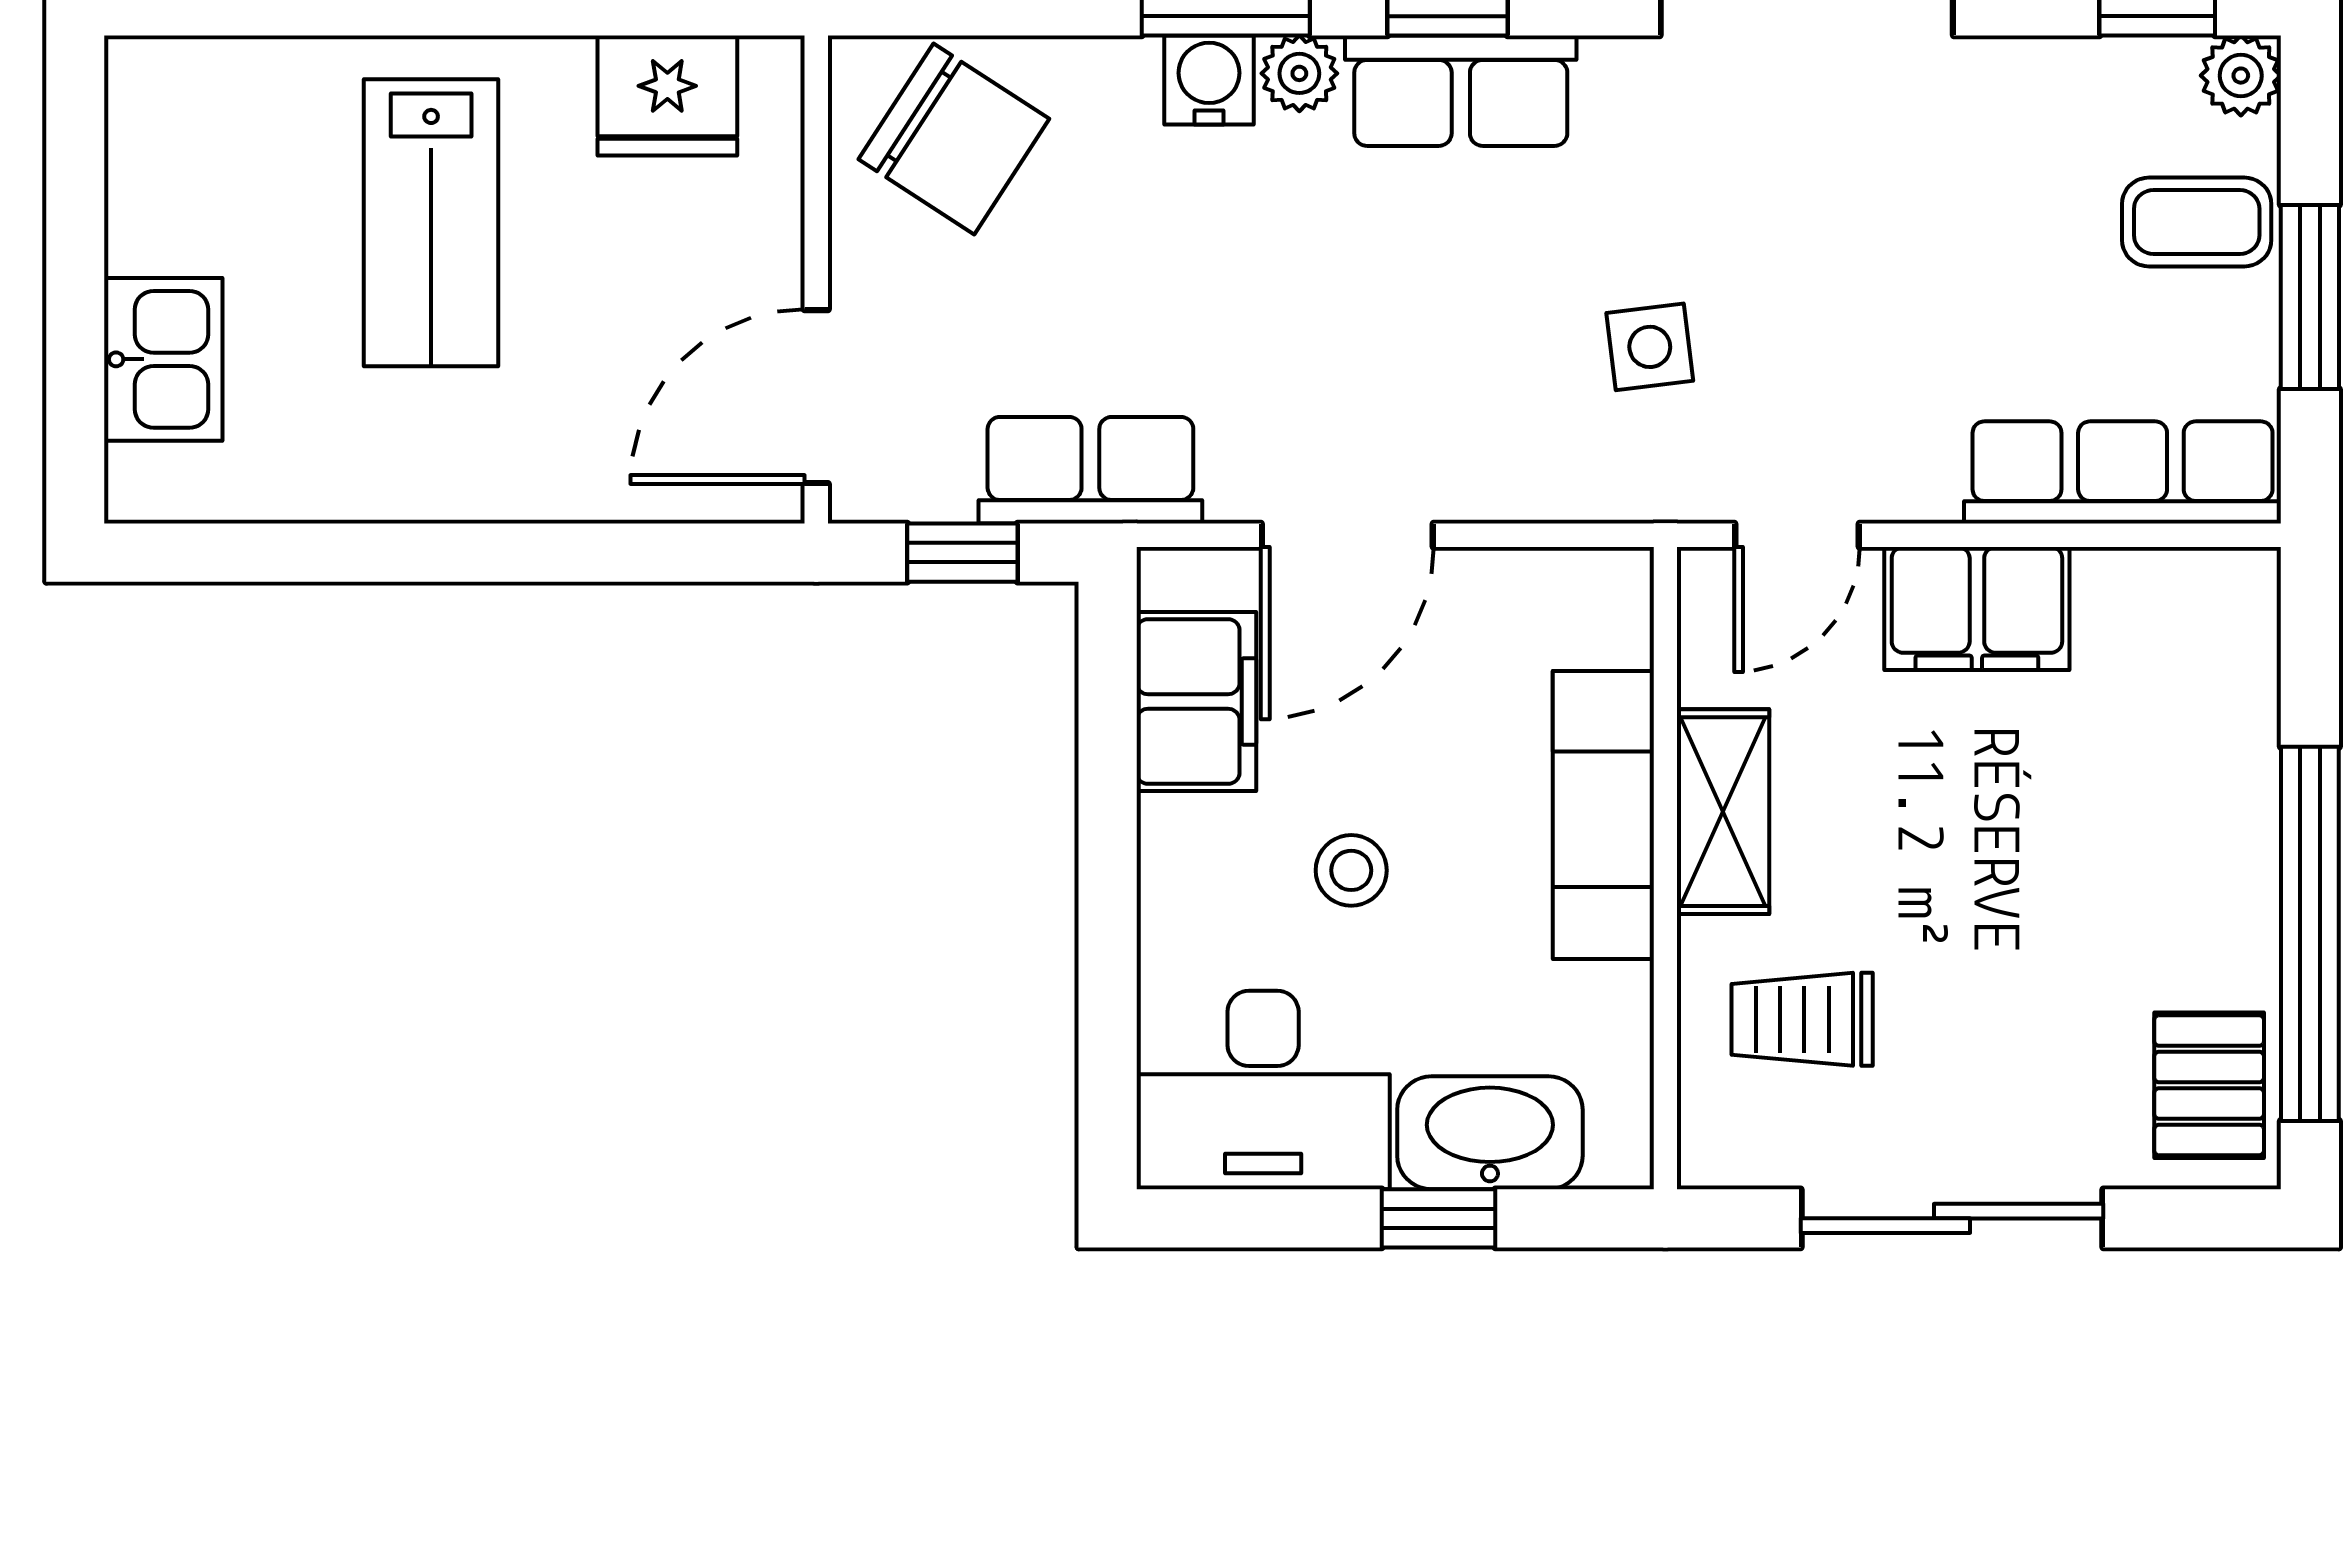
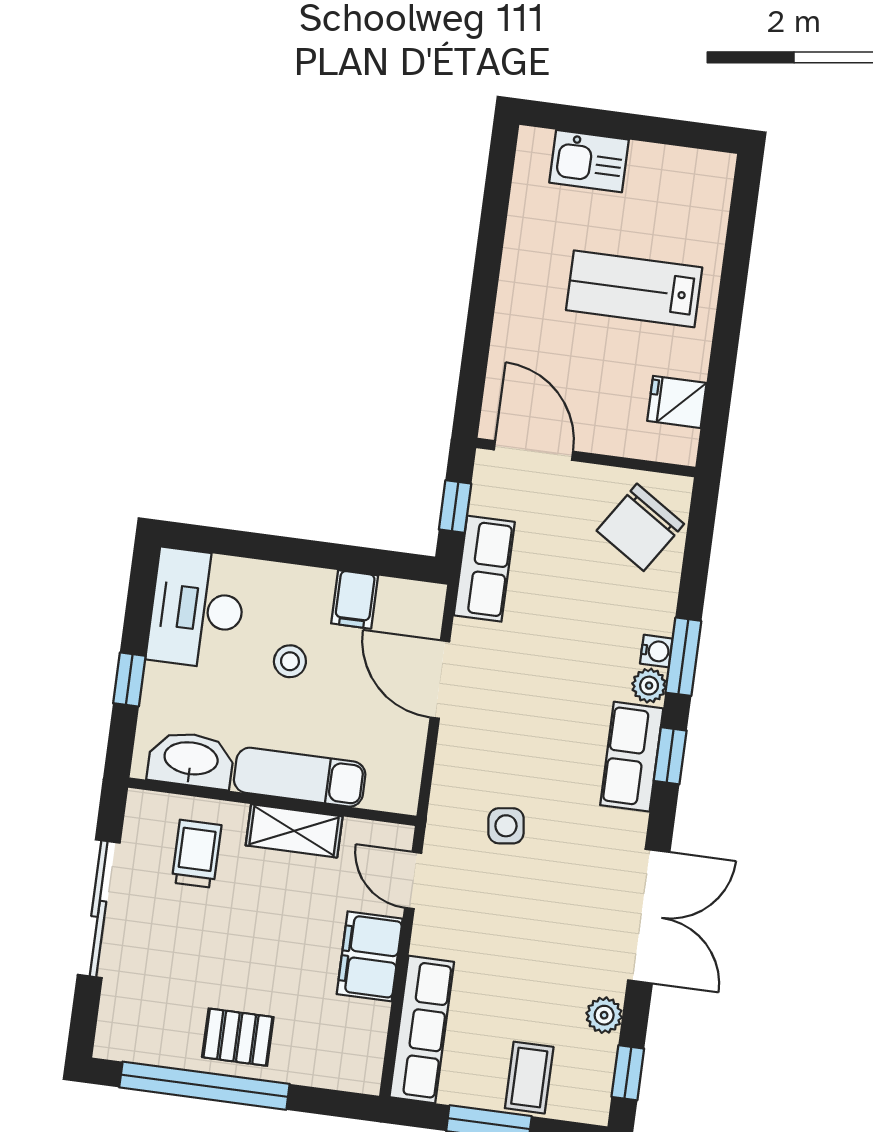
plant: (2241, 76) -> (604, 1015), moved
water cooler: (1209, 80) -> (656, 651), width x0.72, depth x0.72
fridge: (667, 95) -> (677, 402), width x0.72
filing cabinet: (1196, 702) -> (355, 599), width x0.50
pallet: (2209, 1085) -> (238, 1037), moved
washbasin: (1490, 1133) -> (191, 760), moved, turned -90

